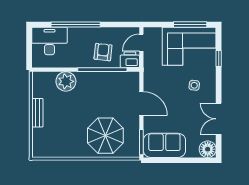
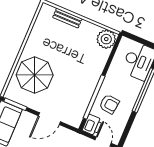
plant: (66, 81) -> (106, 39), moved
bench: (37, 113) -> (67, 18), moved

